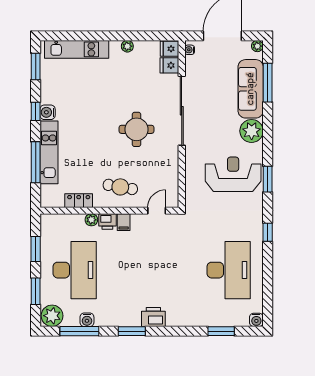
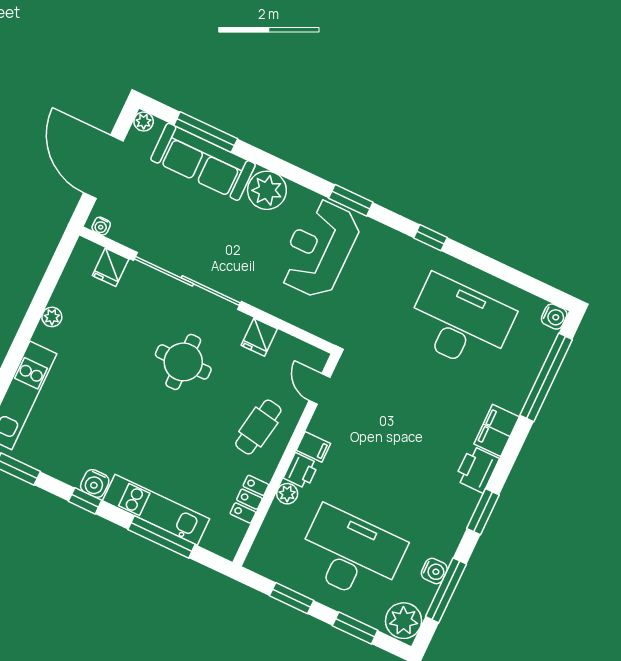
fridge: (170, 49) -> (259, 337), moved
filing cabinet: (180, 318) -> (497, 430), added
window: (221, 331) -> (546, 377), width x2.11

